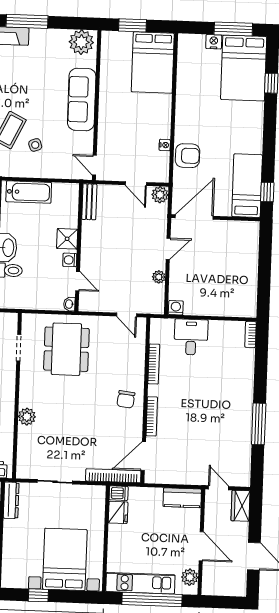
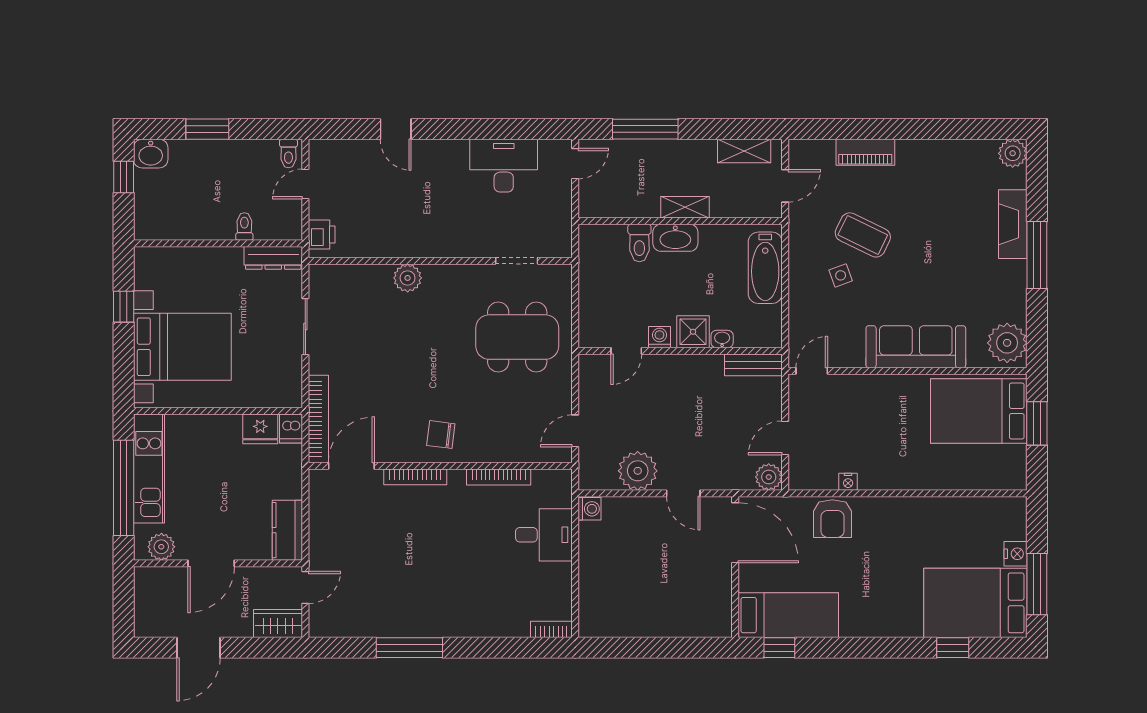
bed: (153, 63) -> (979, 411), moved
plant: (159, 277) -> (638, 471), width x1.87, depth x1.87
washbasin: (69, 304) -> (722, 339), moved
door: (143, 456) -> (351, 466), hinge flipped

